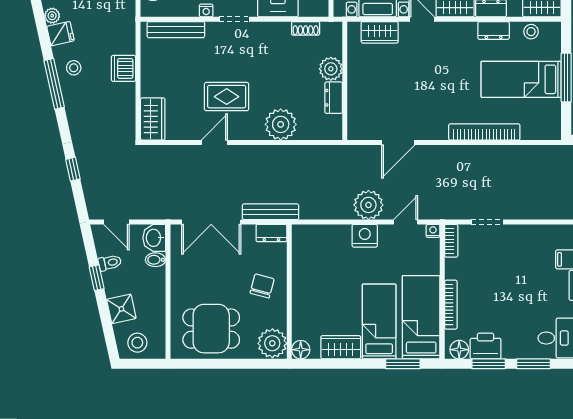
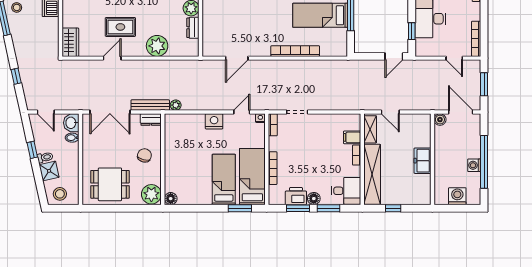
plant: (368, 205) -> (176, 105), moved, width x0.53, depth x0.53
toilet: (110, 263) -> (45, 157), moved
wardrobe: (341, 347) -> (198, 197), removed
floor lamp: (459, 350) -> (314, 199), moved

